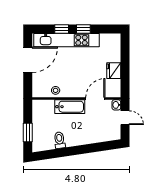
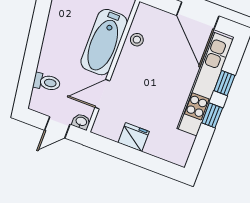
door: (95, 99) -> (102, 94), swing flipped
bathtub: (70, 107) -> (104, 42), width x1.36, depth x1.36
toilet: (60, 140) -> (47, 82), moved

